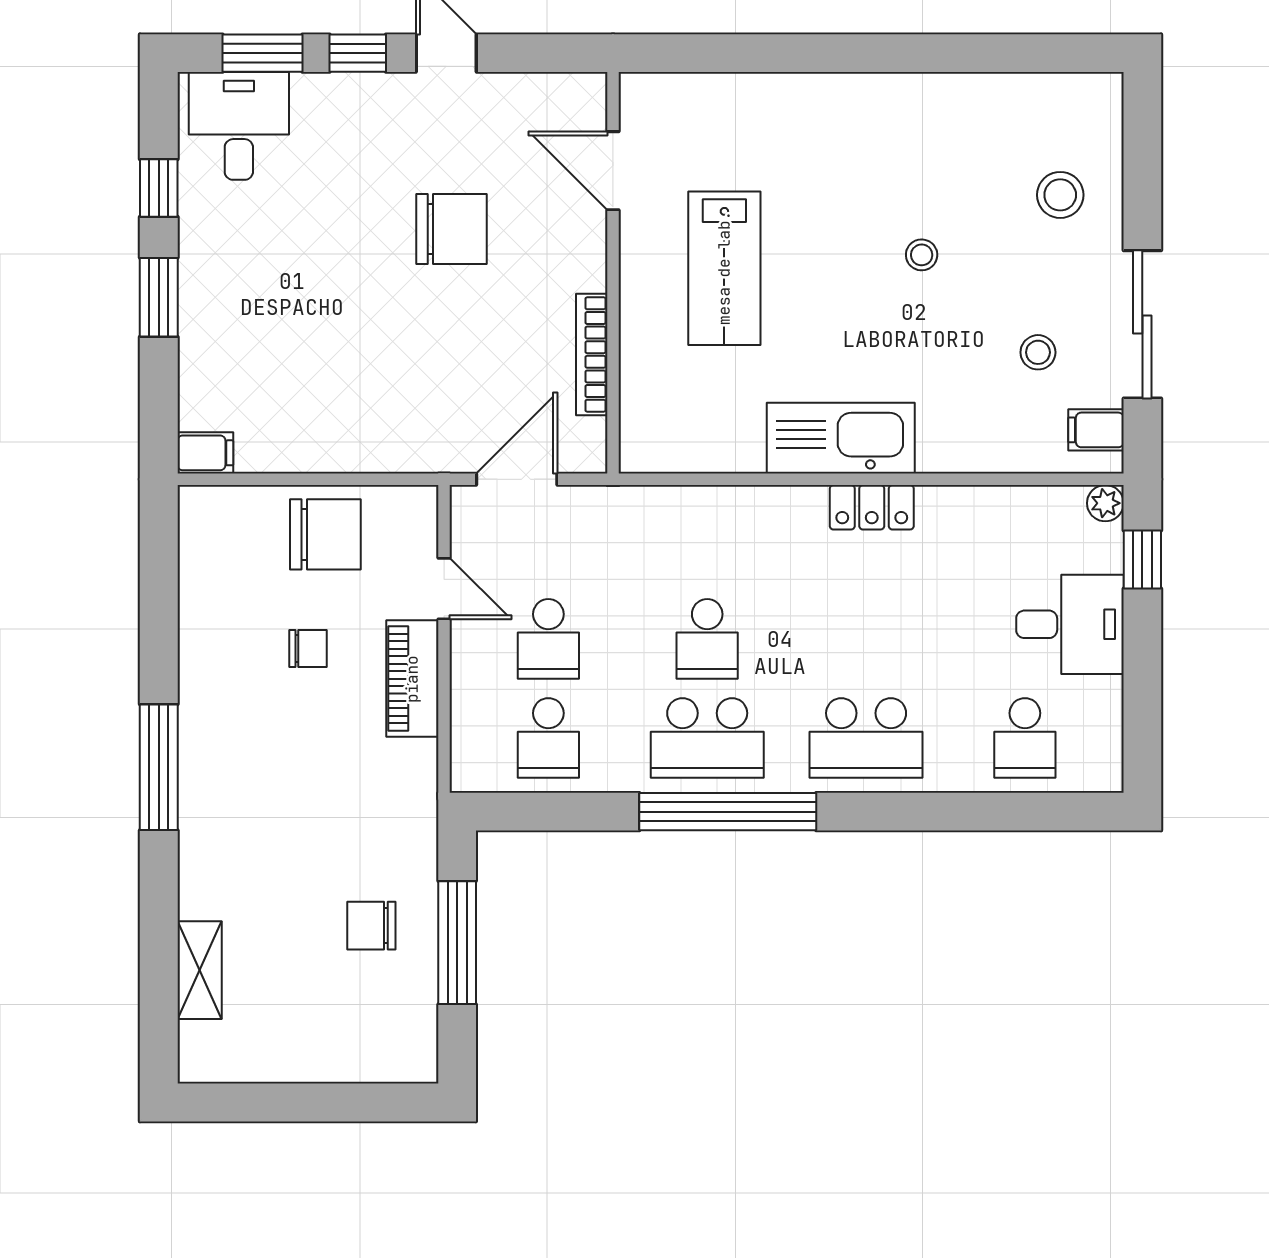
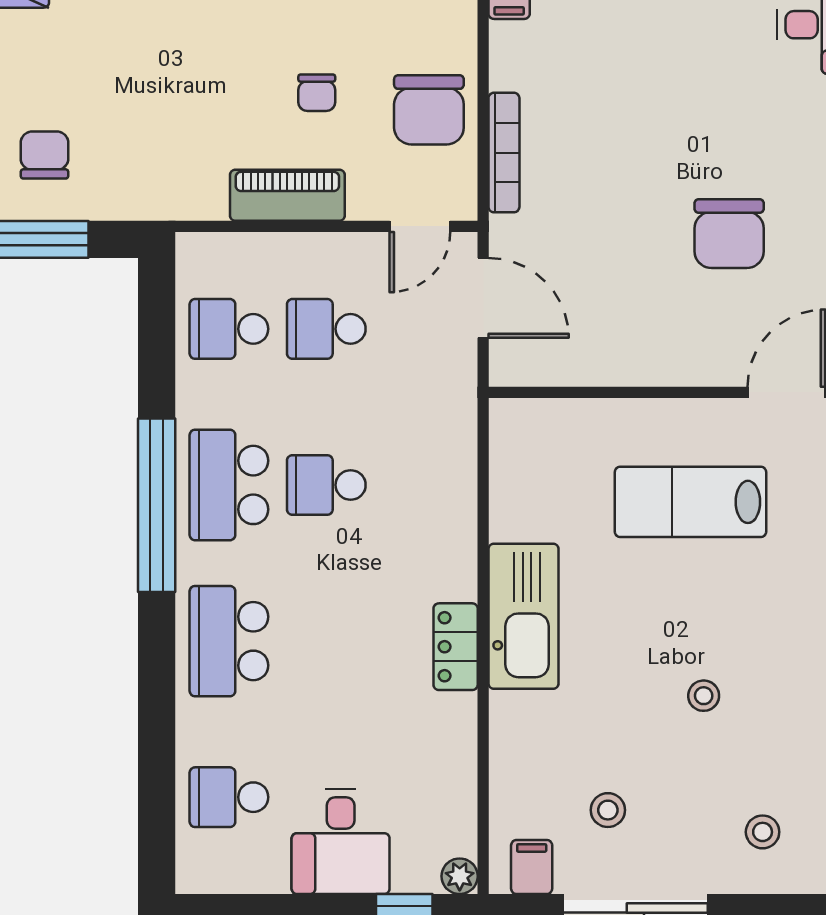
stool: (1060, 195) -> (763, 832), width x0.73, depth x0.73
bookcase: (592, 355) -> (504, 153), moved, turned 90
door: (444, 589) -> (420, 226), moved

